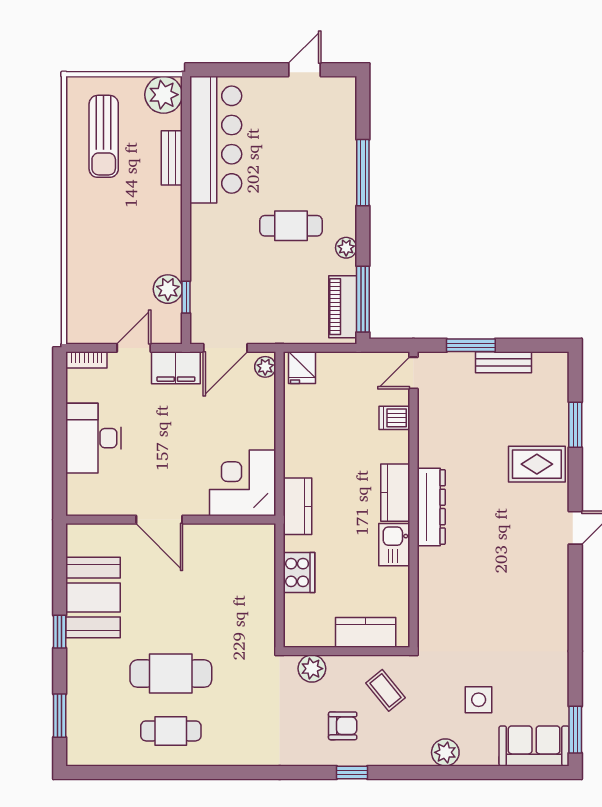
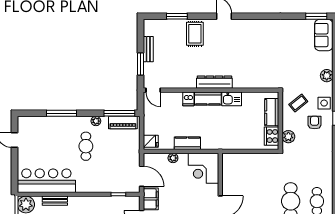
plant: (168, 289) -> (115, 203), removed
plant: (265, 367) -> (173, 158), moved
dishwasher: (394, 418) -> (188, 99), moved
kitchen counter: (298, 506) -> (187, 143), moved
cooker: (299, 572) -> (272, 136), moved, turned -90
side table: (479, 700) -> (324, 103), moved

